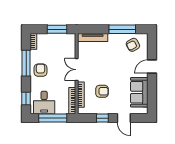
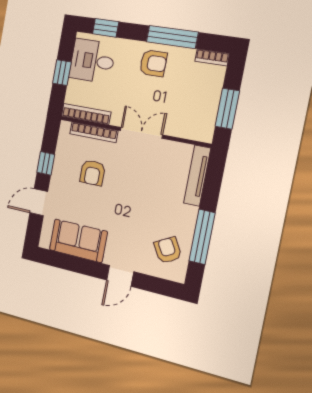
door: (152, 67) -> (120, 276), swing flipped
window: (53, 118) -> (62, 73), width x0.46

